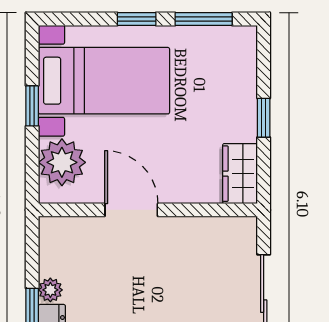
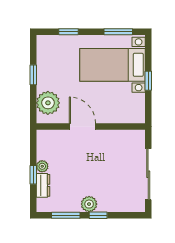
window: (137, 19) -> (68, 32), moved
bed with nightstands: (104, 81) -> (113, 65), moved, turned 180
wardrobe: (240, 174) -> (136, 109), removed

